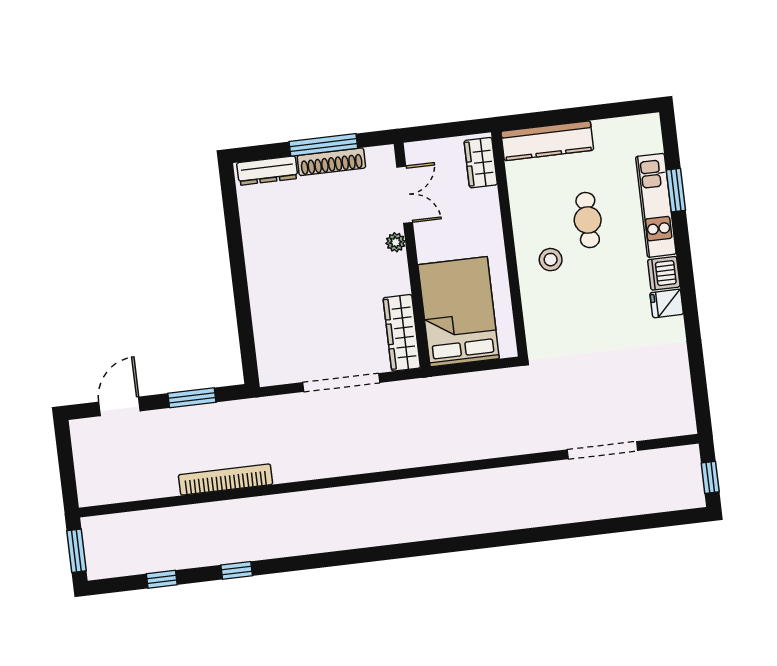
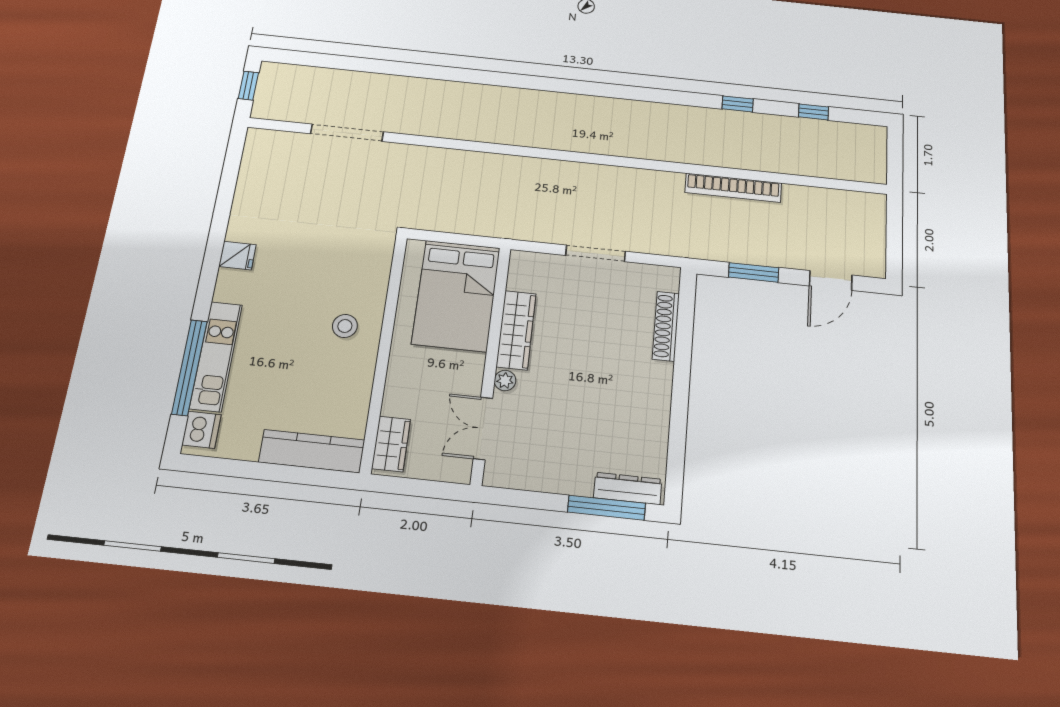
window: (323, 145) -> (606, 508), moved
shoe rack: (331, 162) -> (666, 326), moved, turned -90
window: (676, 190) -> (189, 367), width x2.11
cafe table: (588, 220) -> (293, 358), removed
dishwasher: (664, 273) -> (201, 430), moved
wardrobe: (402, 333) -> (516, 330), moved
doorway: (341, 382) -> (596, 253), width x0.73
window: (77, 551) -> (895, 155), removed

